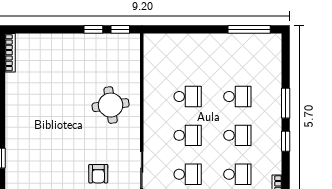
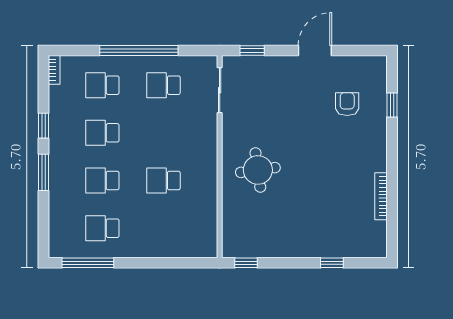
window: (93, 29) -> (332, 263), moved
bookcase: (10, 53) -> (381, 196), moved
school desk: (188, 135) -> (102, 228), moved
armchair: (98, 174) -> (347, 104), moved

